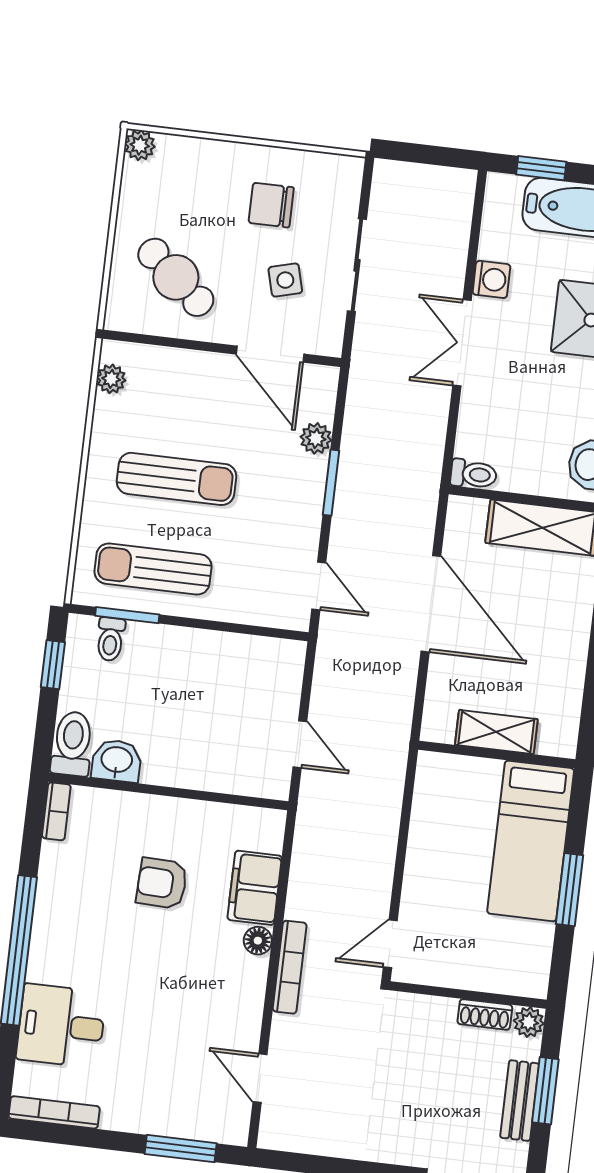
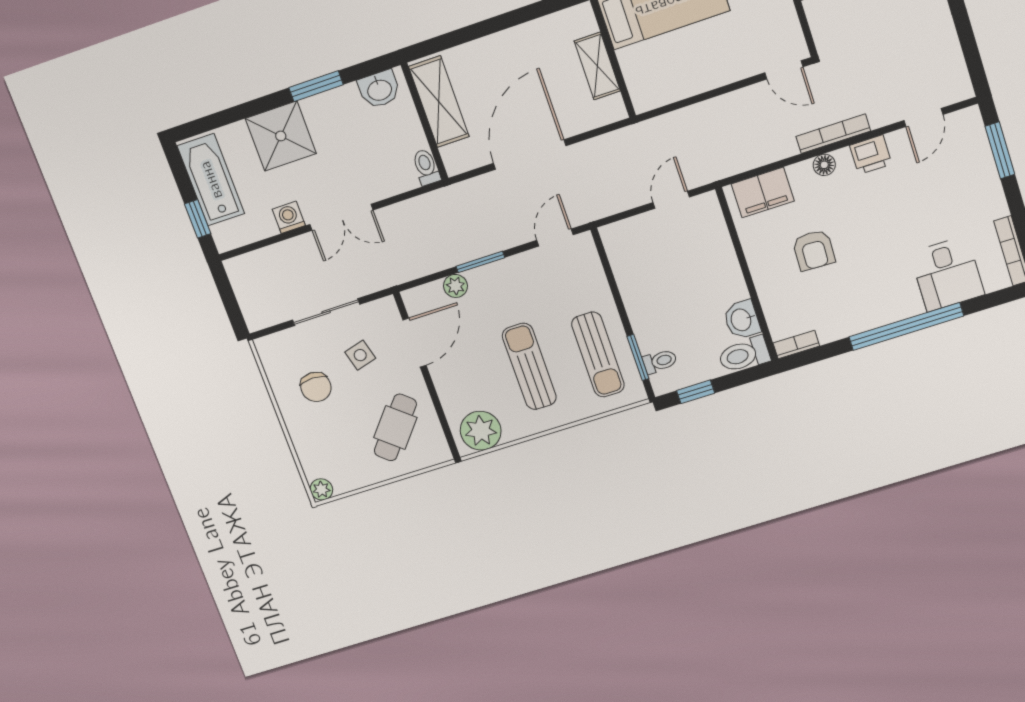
plant: (111, 379) -> (481, 431), width x1.87, depth x1.87
filing cabinet: (255, 888) -> (763, 192), moved
printer: (245, 999) -> (871, 155), added

